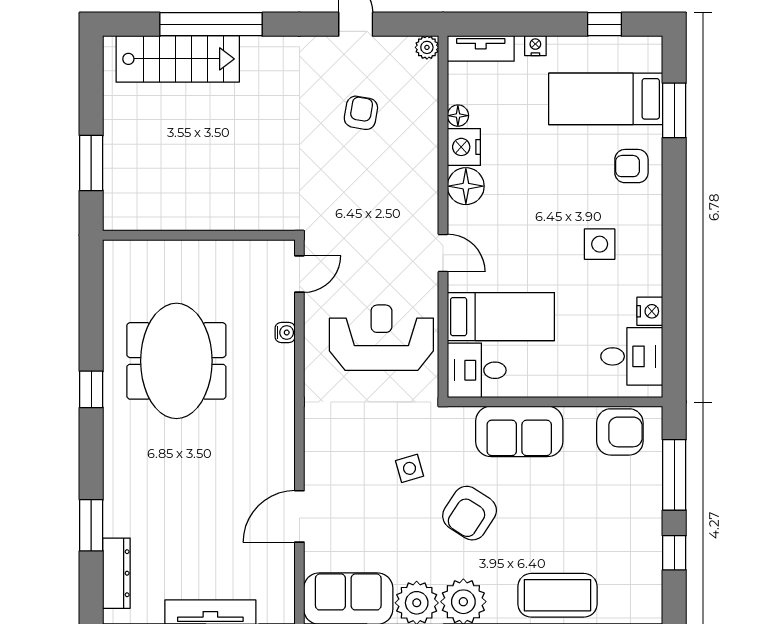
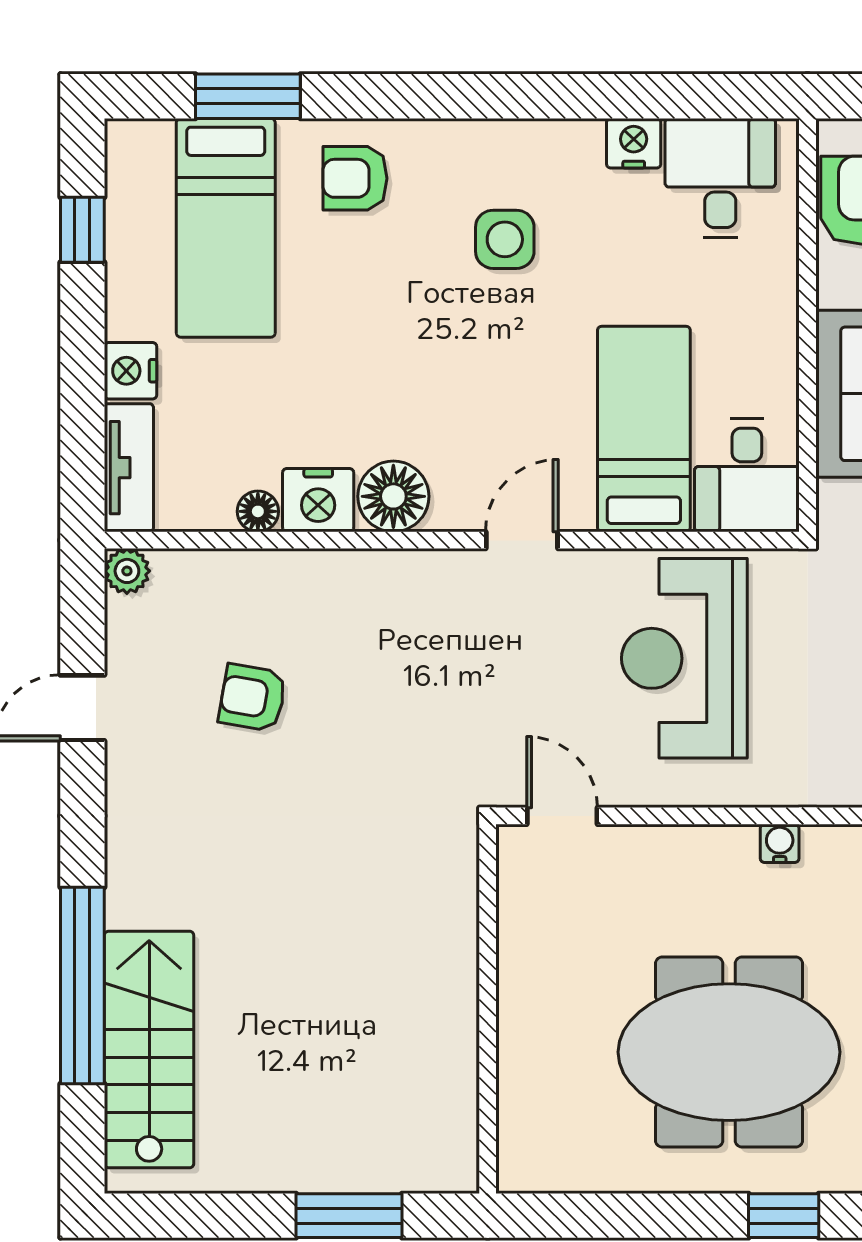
nightstand: (535, 46) -> (131, 371), width x1.39, depth x1.35
armchair: (631, 166) -> (355, 178), turned 90
water cooler: (285, 332) -> (780, 843), moved

